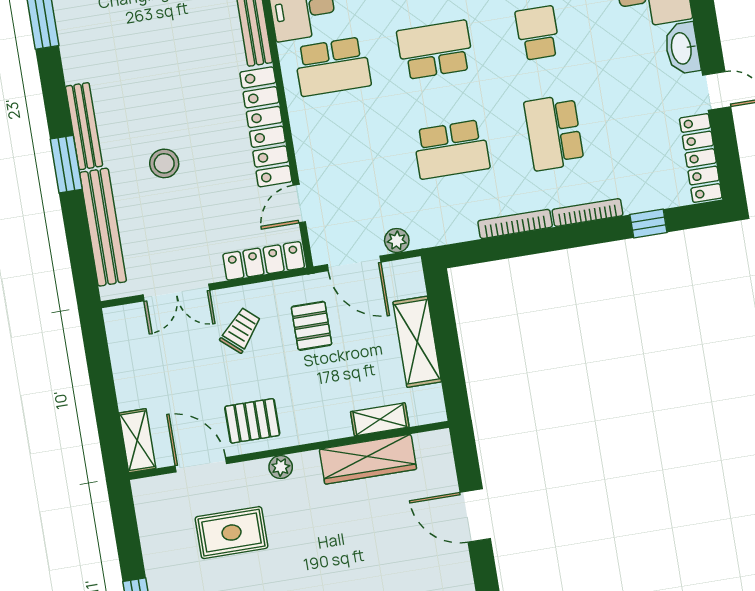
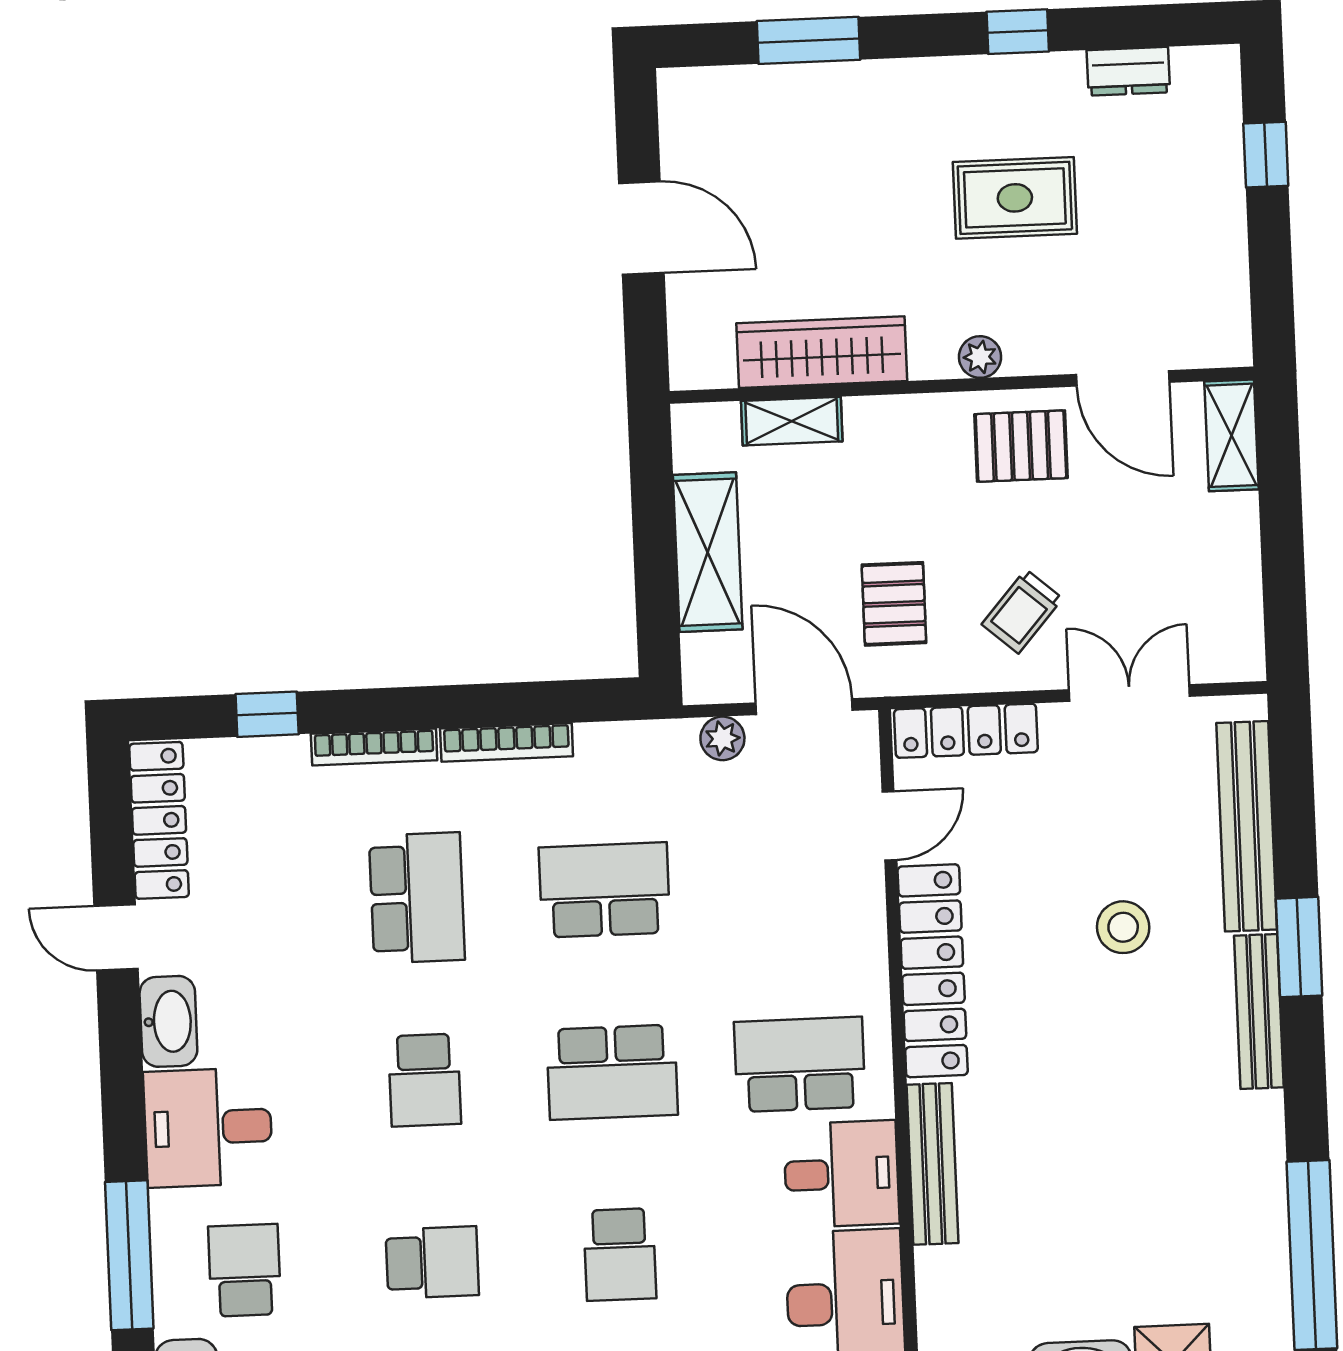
rug: (232, 533) -> (1015, 198), moved

